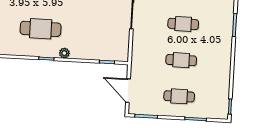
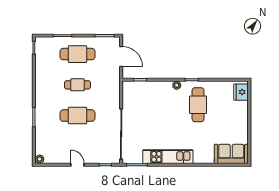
cafe table: (183, 24) -> (77, 116), width x1.37, depth x1.35
cafe table: (41, 29) -> (198, 105), turned 90
cafe table: (179, 96) -> (77, 54), width x1.37, depth x1.35

